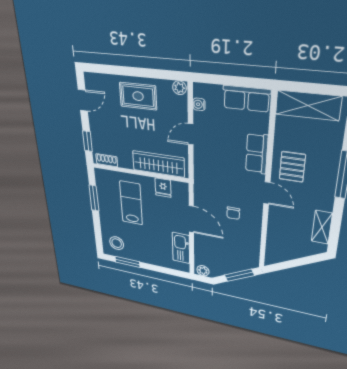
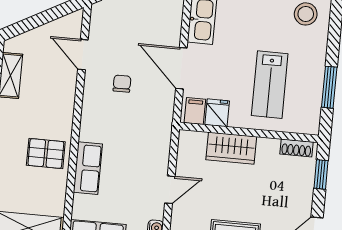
wardrobe: (158, 164) -> (231, 148), width x0.67
pallet: (292, 167) -> (46, 154), turned 90
filing cabinet: (179, 190) -> (195, 111), added
door: (267, 193) -> (83, 55), moved

